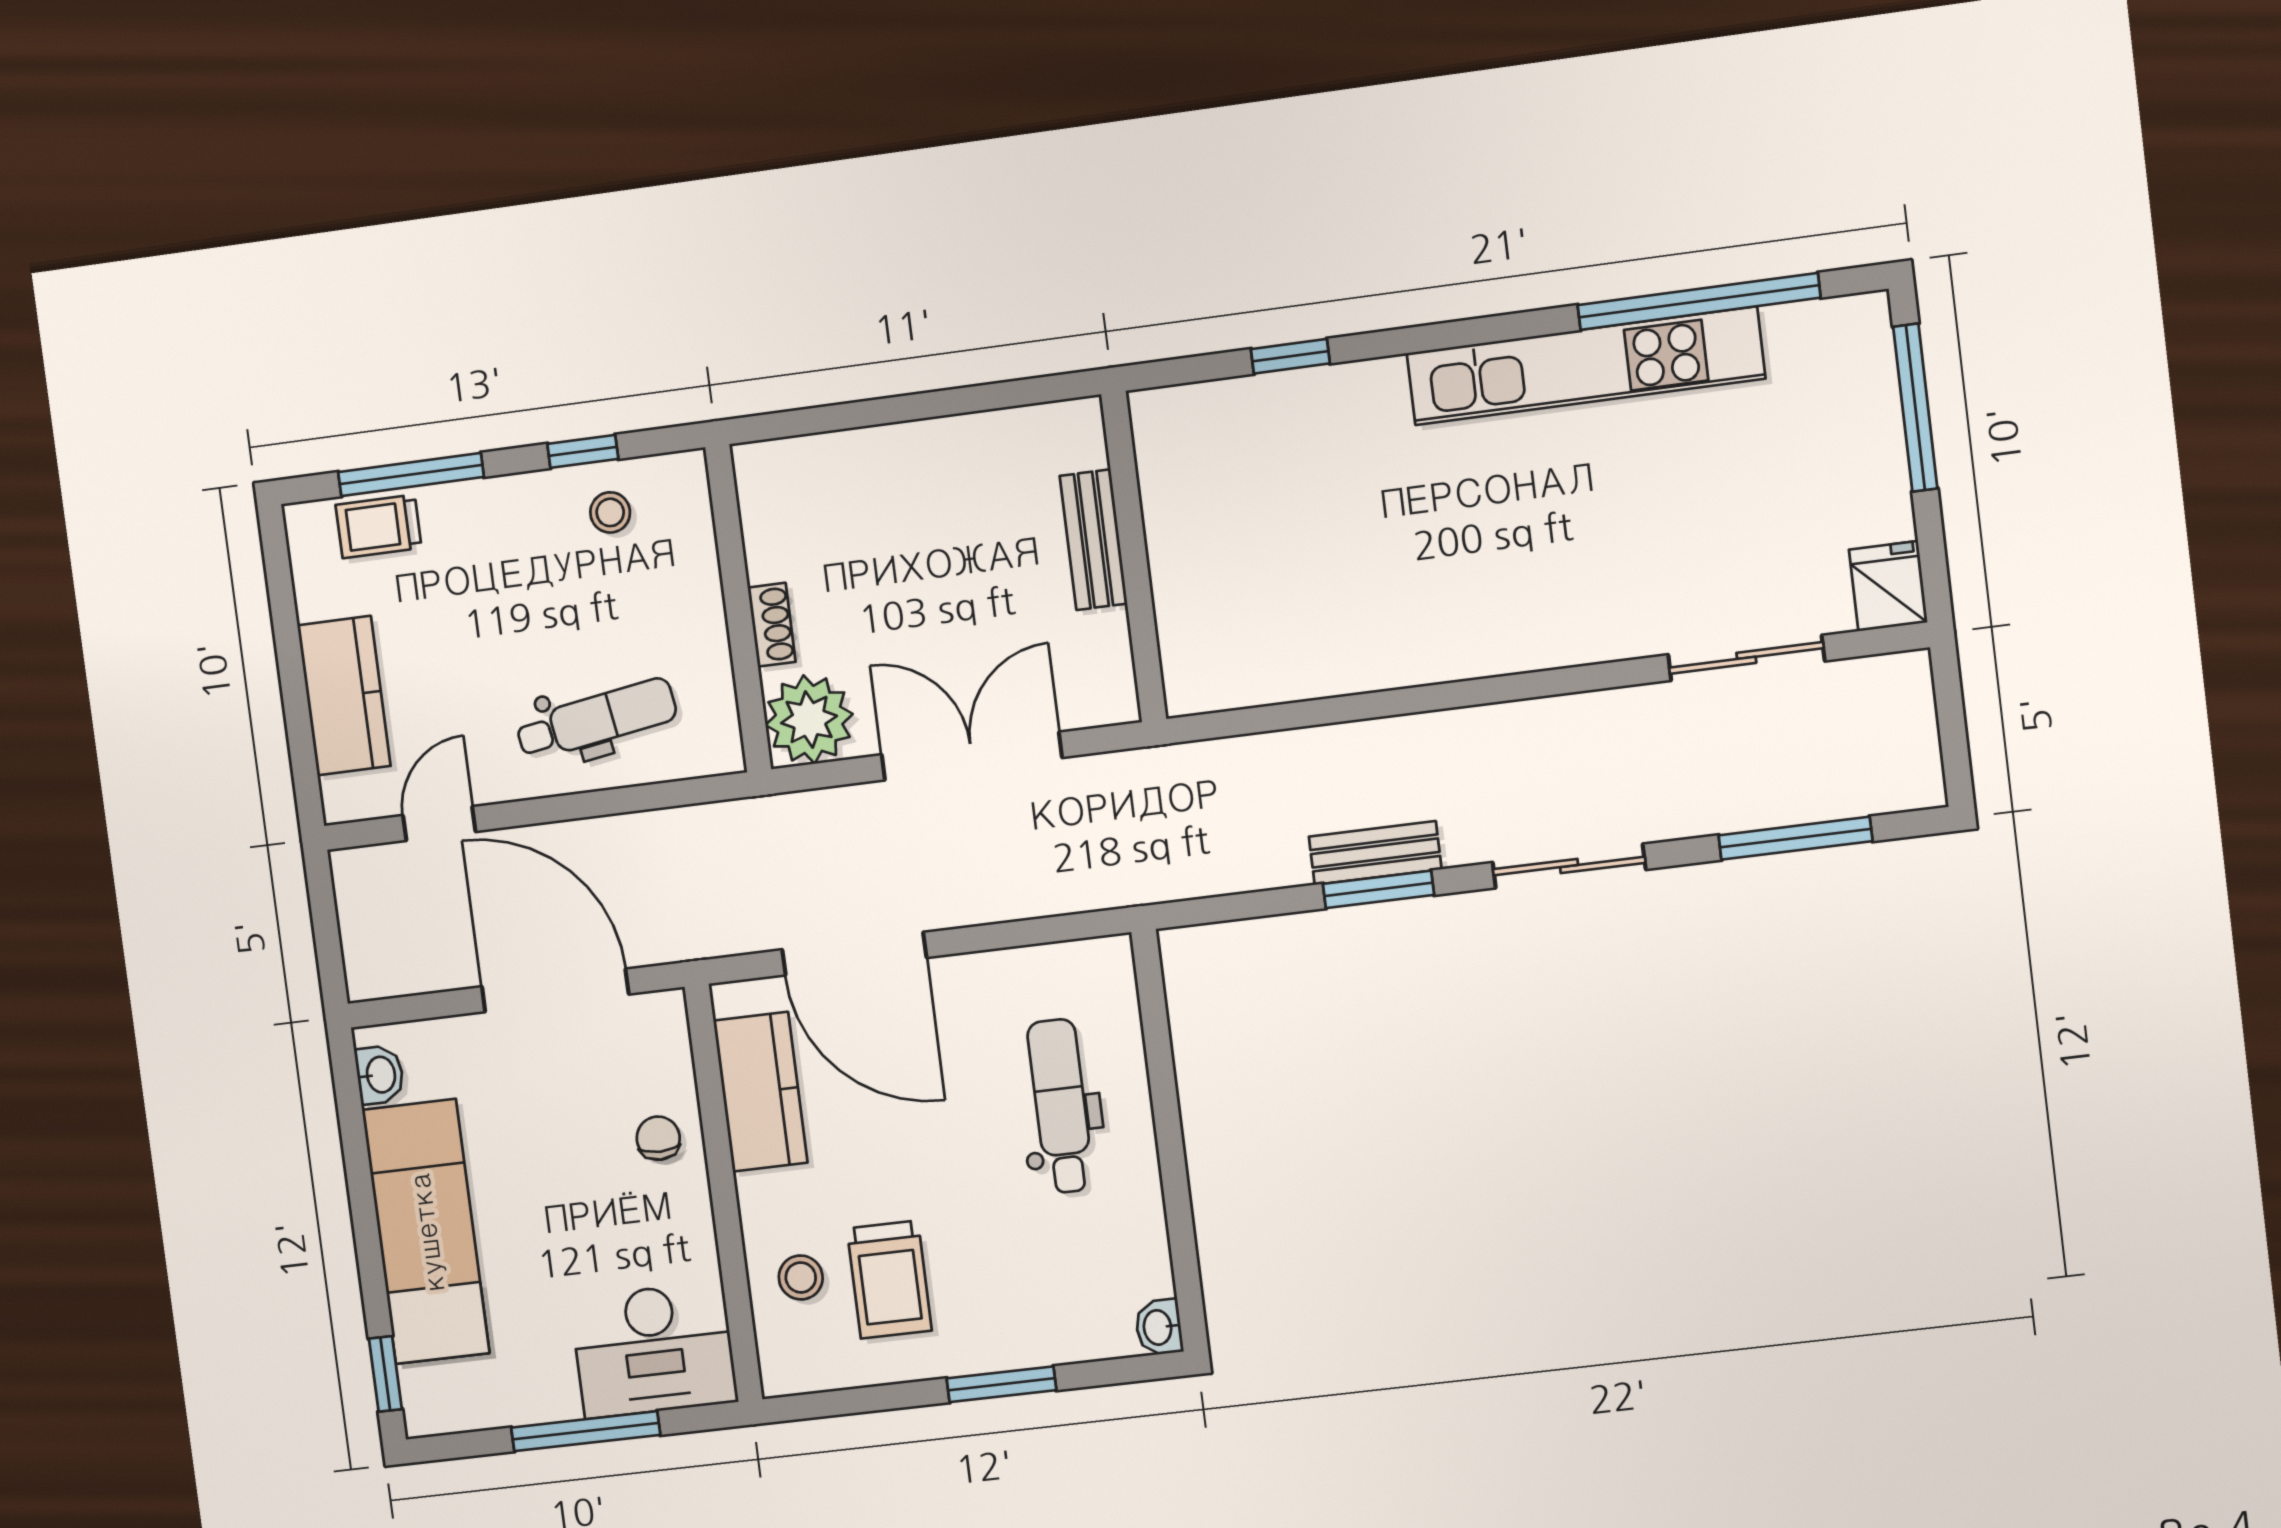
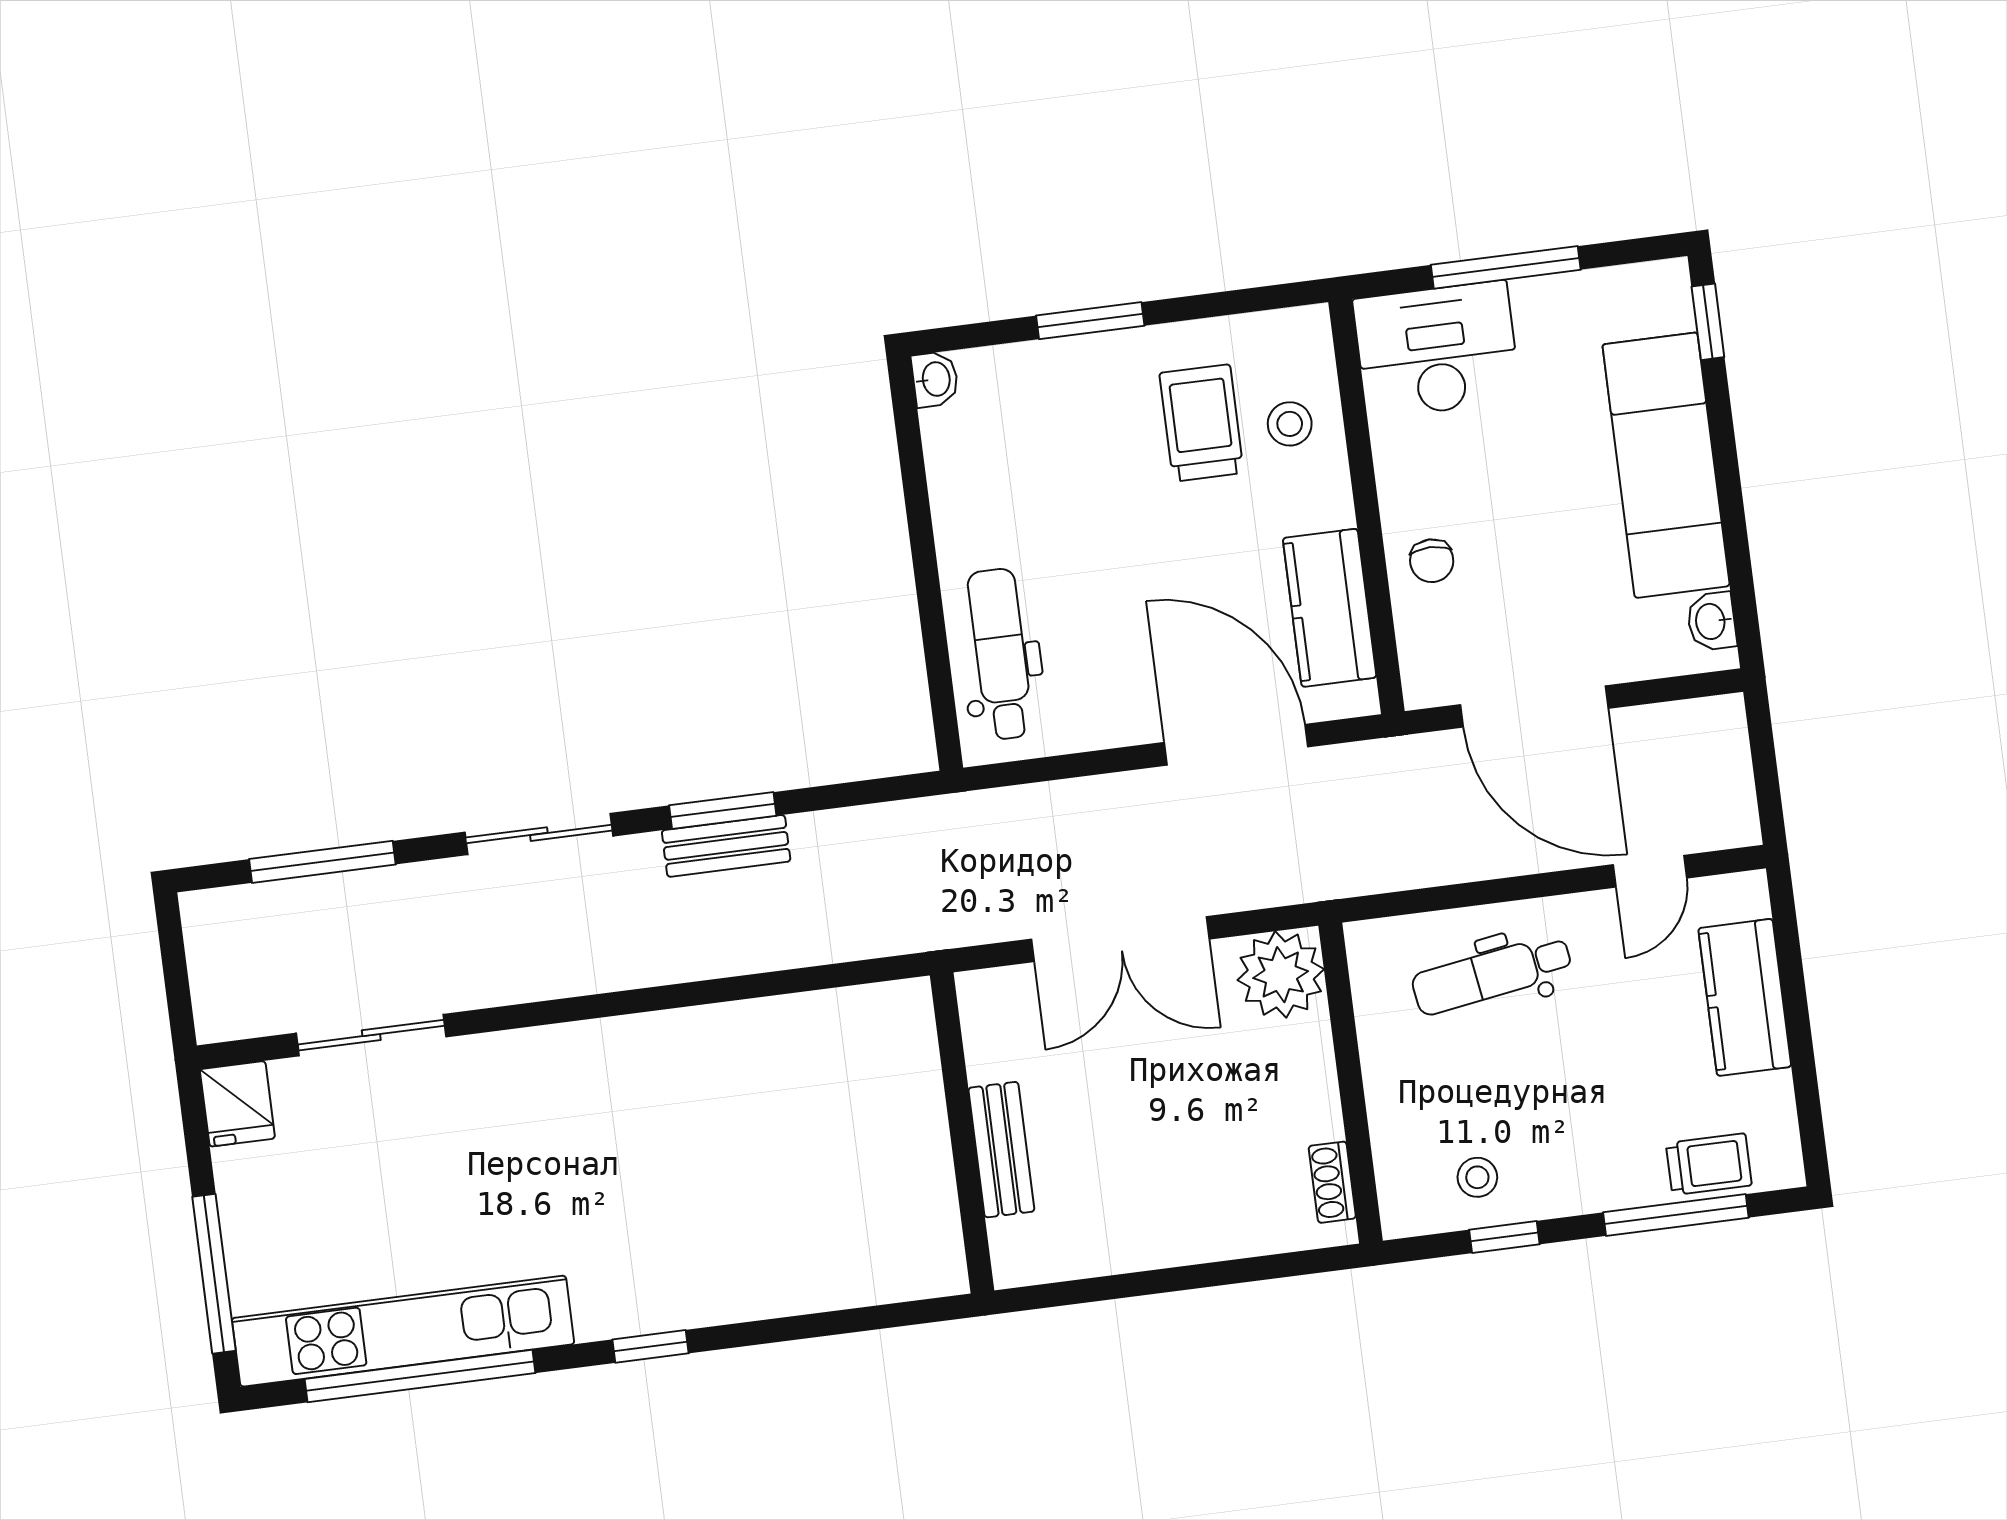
window: (1290, 356) -> (650, 1346), moved
kitchen unit: (1586, 366) -> (403, 1331), moved
shoe rack: (772, 625) -> (1332, 1182), moved
dental chair: (1060, 1106) -> (1000, 654), moved, turned 180

